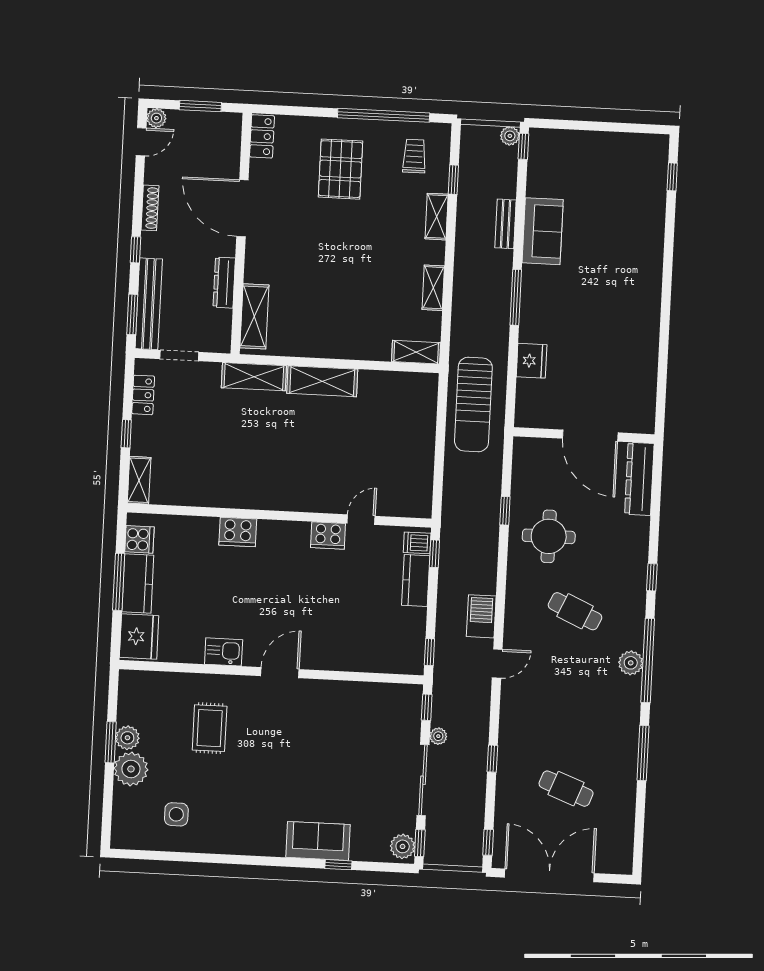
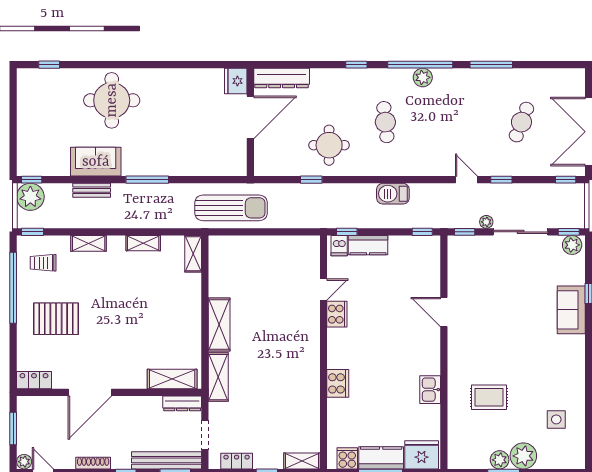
plant: (510, 136) -> (30, 197), width x1.88, depth x1.88
window: (453, 180) -> (32, 232), moved
round table: (621, 256) -> (112, 100), added
dresser: (224, 283) -> (182, 403), moved
fridge: (532, 361) -> (236, 81), moved, turned -90
door: (361, 520) -> (324, 289), swing flipped
cafe table: (575, 611) -> (385, 122), turned -30
door: (497, 664) -> (466, 180), moved
door: (280, 673) -> (444, 312), moved

